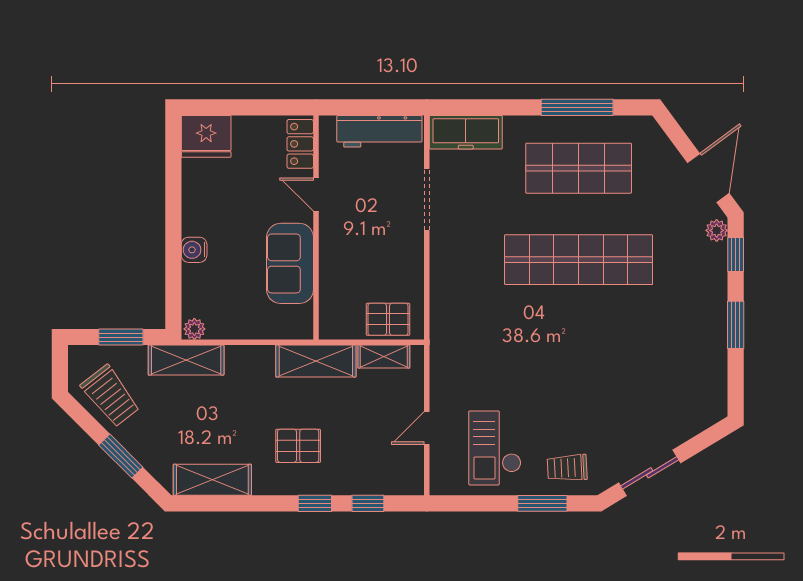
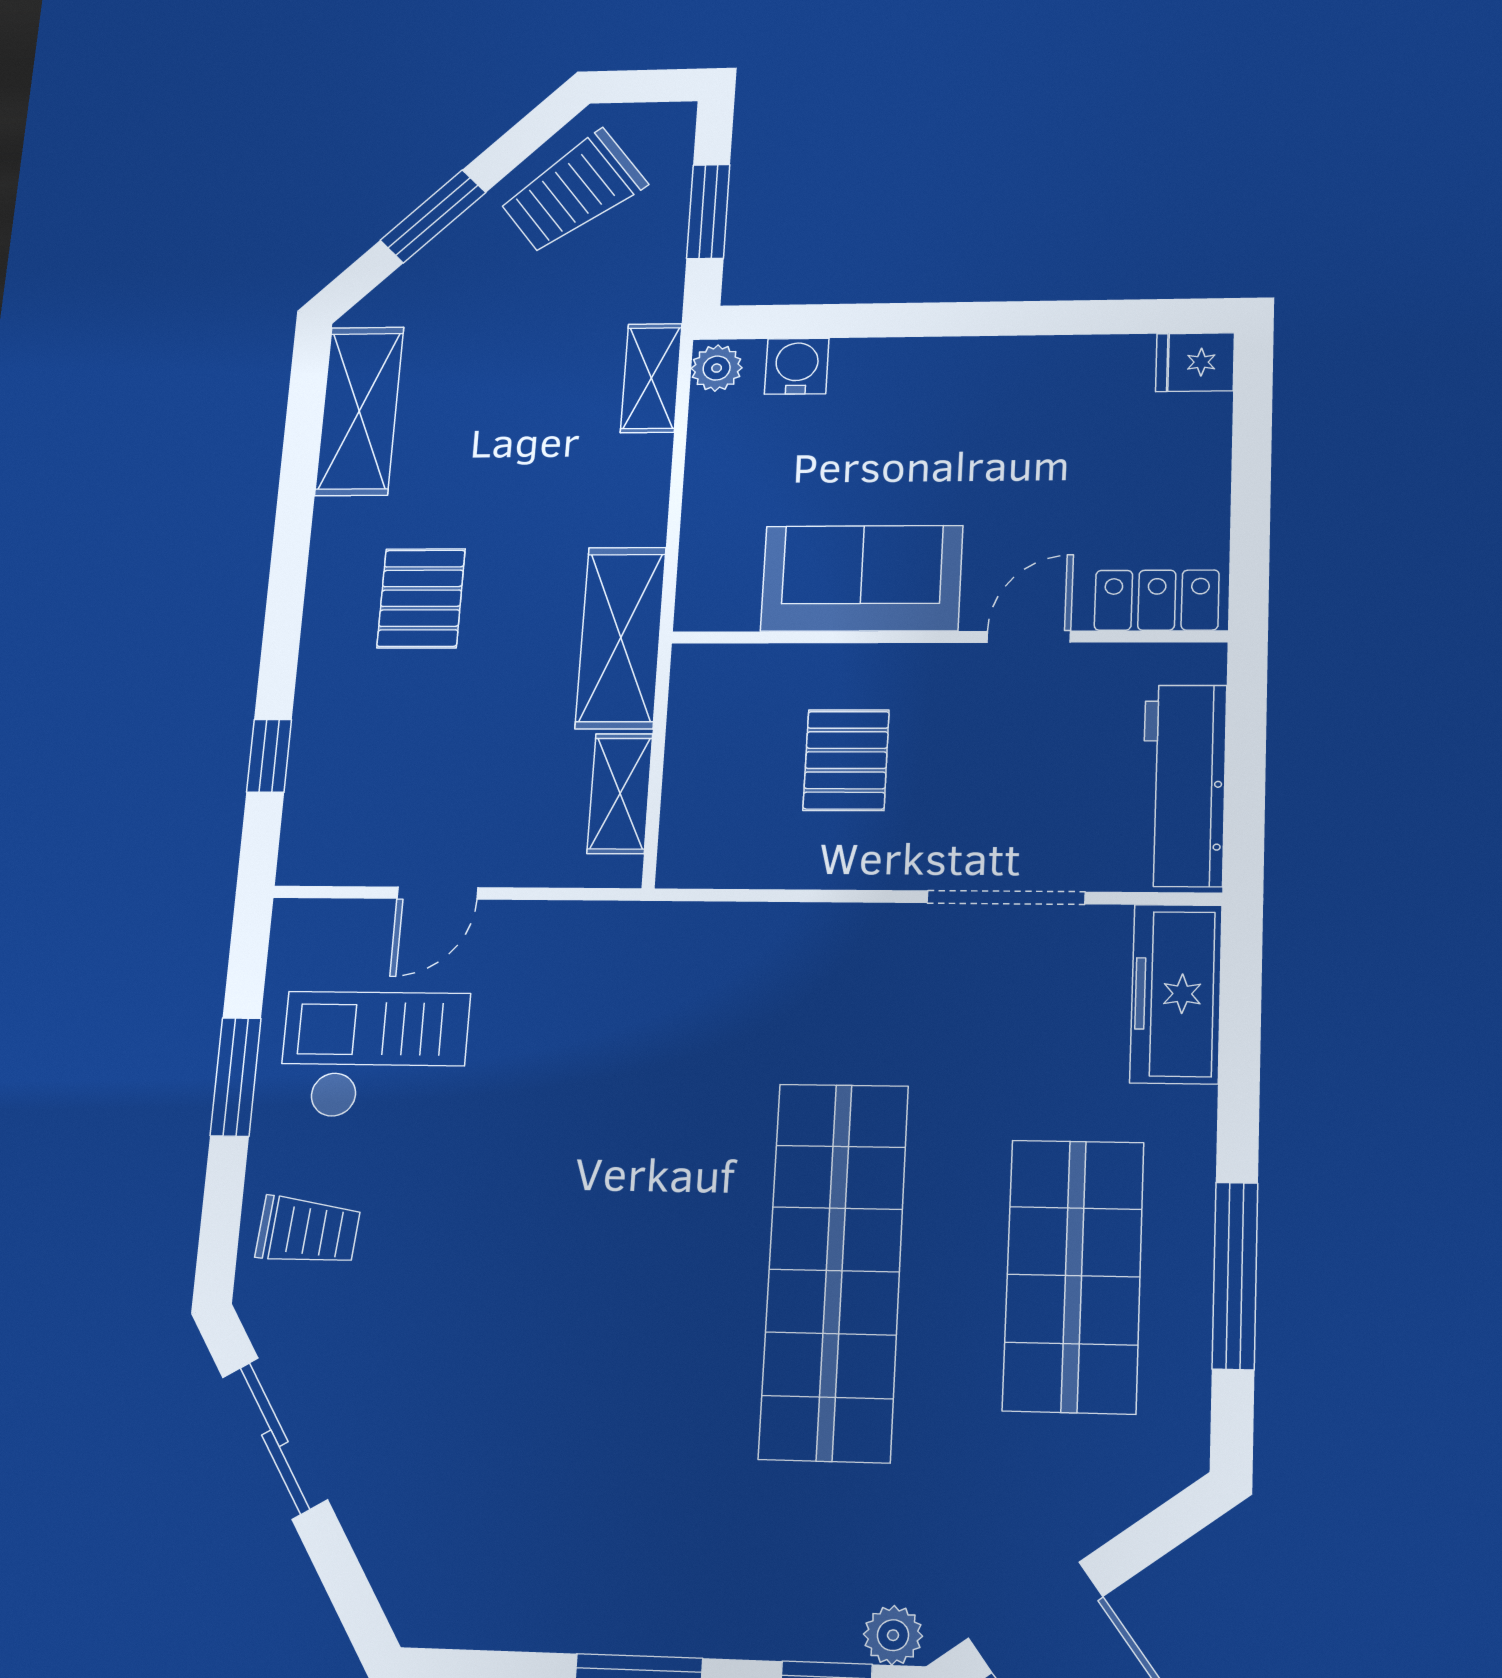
fridge: (206, 136) -> (1195, 362), width x0.53, depth x0.75
water cooler: (194, 250) -> (797, 366), moved
pallet: (388, 319) -> (846, 760), moved
shelving: (186, 360) -> (651, 378), width x0.67, depth x0.75
door: (427, 428) -> (437, 893), swing flipped
trolley: (567, 468) -> (308, 1231), turned 98
window: (315, 503) -> (282, 636), removed
window: (542, 503) -> (236, 1077), moved

